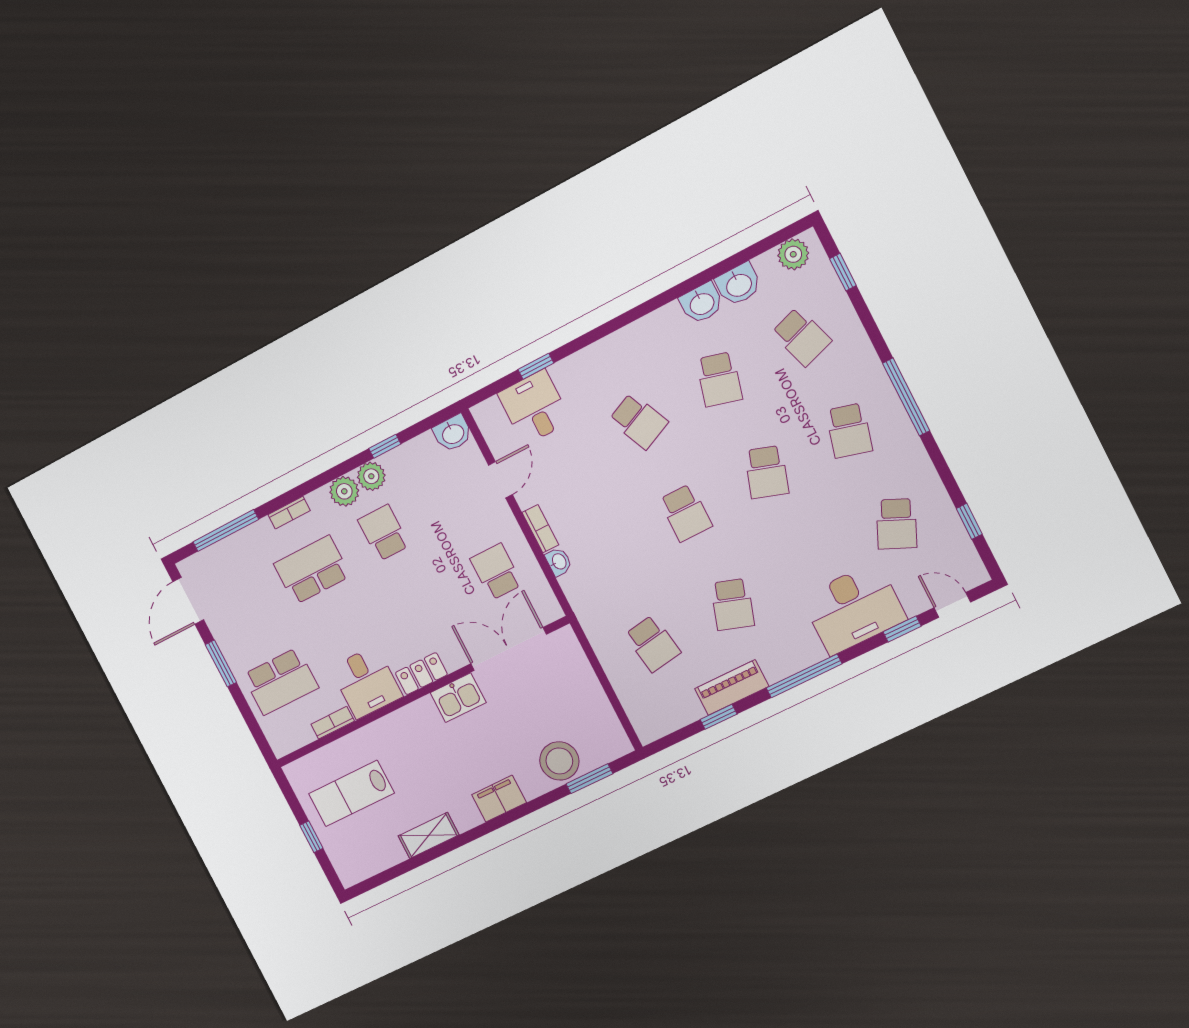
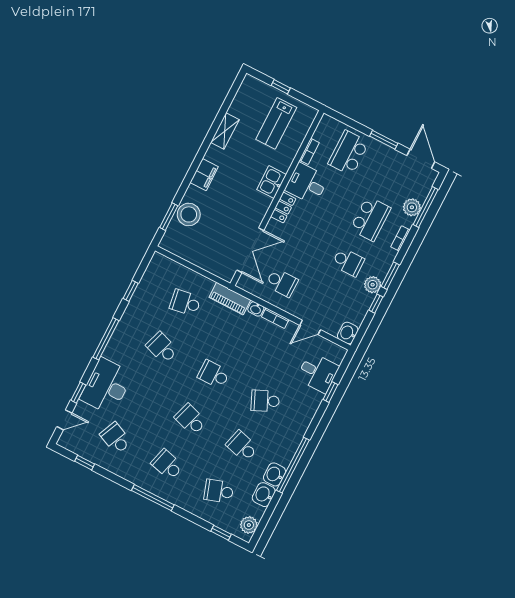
window: (665, 298) -> (293, 465), added
window: (338, 471) -> (390, 276), added
door: (500, 480) -> (310, 327), hinge flipped
plant: (344, 491) -> (412, 207), moved
piano: (732, 687) -> (230, 299), moved, turned 90
kitchen sink: (458, 698) -> (271, 182), moved
lab bench: (351, 793) -> (276, 123), turned 180

